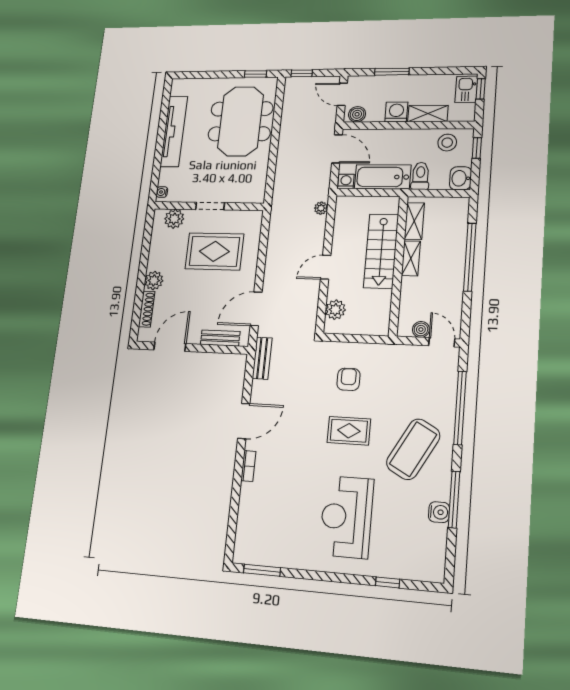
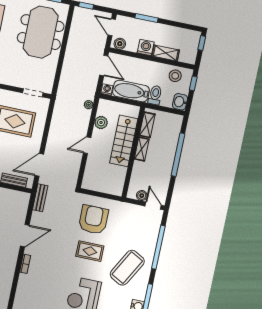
kitchen sink: (466, 89) -> (193, 41), removed
doorway: (210, 206) -> (33, 93), moved
plant: (335, 310) -> (101, 123), moved
armchair: (348, 379) -> (93, 220), width x1.88, depth x1.88

